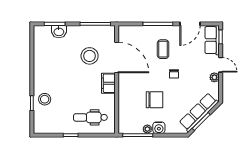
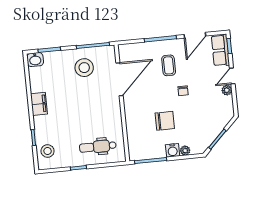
washbasin: (59, 32) -> (35, 60), moved
stool: (90, 56) -> (84, 68), moved
door: (117, 57) -> (120, 79), hinge flipped
door: (221, 65) -> (232, 76), swing flipped
filing cabinet: (108, 83) -> (39, 104), moved, turned 180
stool: (45, 99) -> (48, 151), moved
row of seats: (199, 112) -> (214, 129), removed
plant: (147, 129) -> (185, 151), moved

